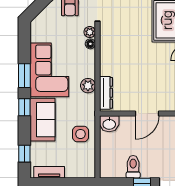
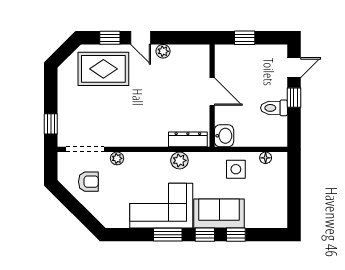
floor lamp: (90, 44) -> (266, 158), moved
window: (24, 154) -> (236, 235), moved
tv unit: (49, 172) -> (281, 206), removed

